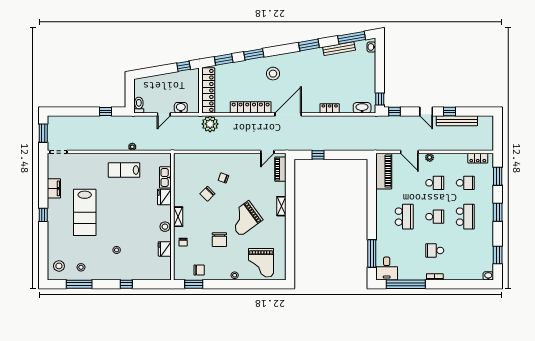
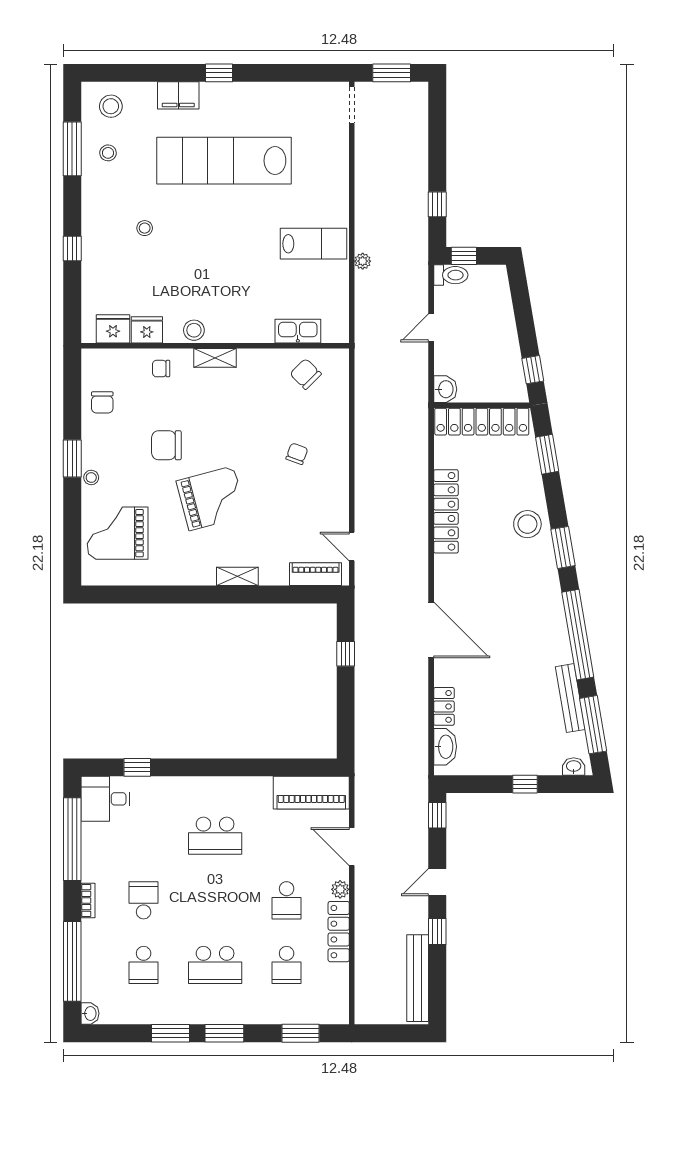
window: (309, 45) -> (578, 635), width x2.11
window: (254, 54) -> (563, 547), moved
stool: (273, 74) -> (527, 524), moved
window: (130, 99) -> (464, 256), added
window: (380, 99) -> (525, 784), moved
washbasin: (181, 108) -> (445, 389), moved
locker: (330, 108) -> (444, 706), moved
door: (164, 114) -> (431, 328), hinge flipped
door: (288, 114) -> (431, 630), moved
bench: (457, 121) -> (418, 978), moved
plant: (210, 124) -> (411, 426), removed
door: (409, 152) -> (352, 847), hinge flipped
locker: (478, 158) -> (339, 932), moved, width x1.53
lab bench: (124, 170) -> (313, 244), turned 90
filing cabinet: (54, 188) -> (178, 95), moved
chair: (207, 194) -> (306, 374), moved
fridge: (164, 197) -> (113, 329), moved
lab bench: (85, 212) -> (224, 161), width x1.36
school desk: (435, 217) -> (144, 965), moved
grand piano: (244, 218) -> (211, 498), turned 111
window: (372, 253) -> (137, 767), width x0.46
window: (498, 255) -> (171, 1033), moved
window: (194, 284) -> (72, 459), moved
window: (464, 284) -> (72, 961), added

